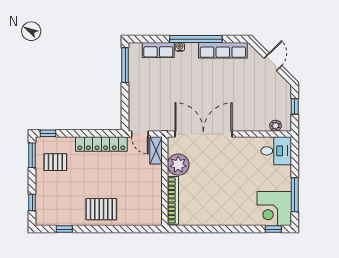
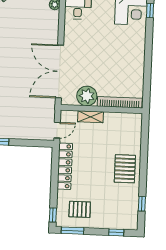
shelving: (156, 150) -> (91, 117), moved
pallet: (55, 162) -> (80, 209), turned 90

